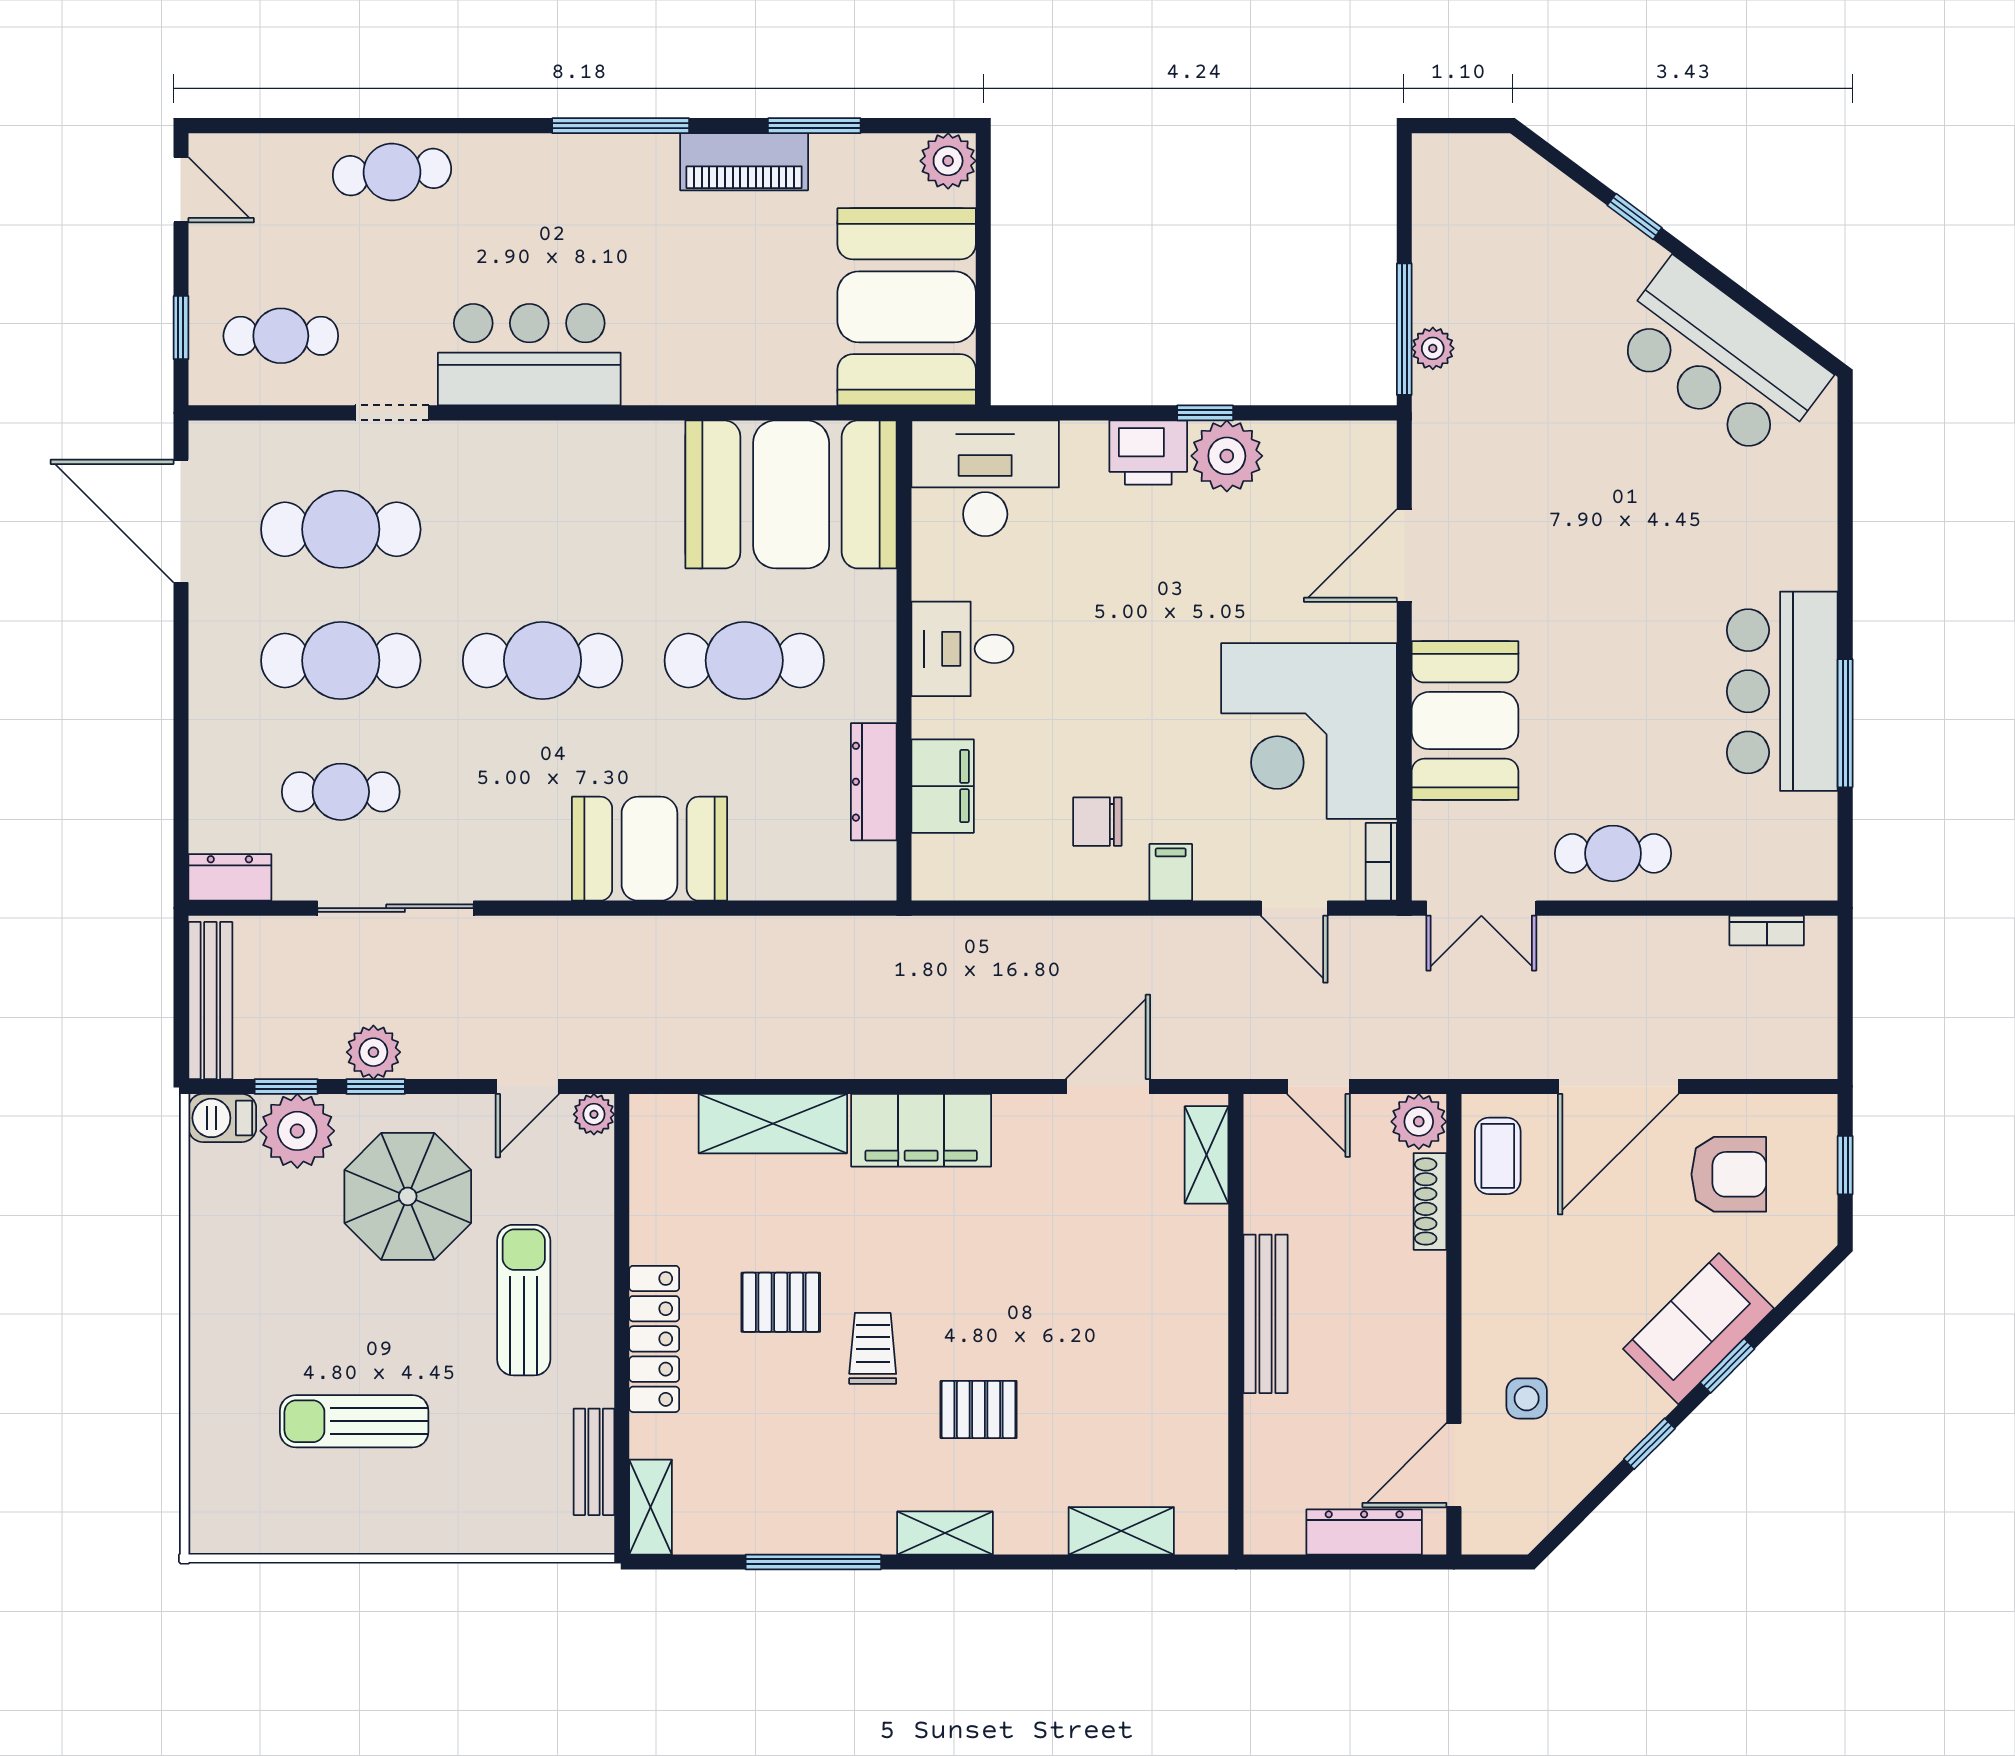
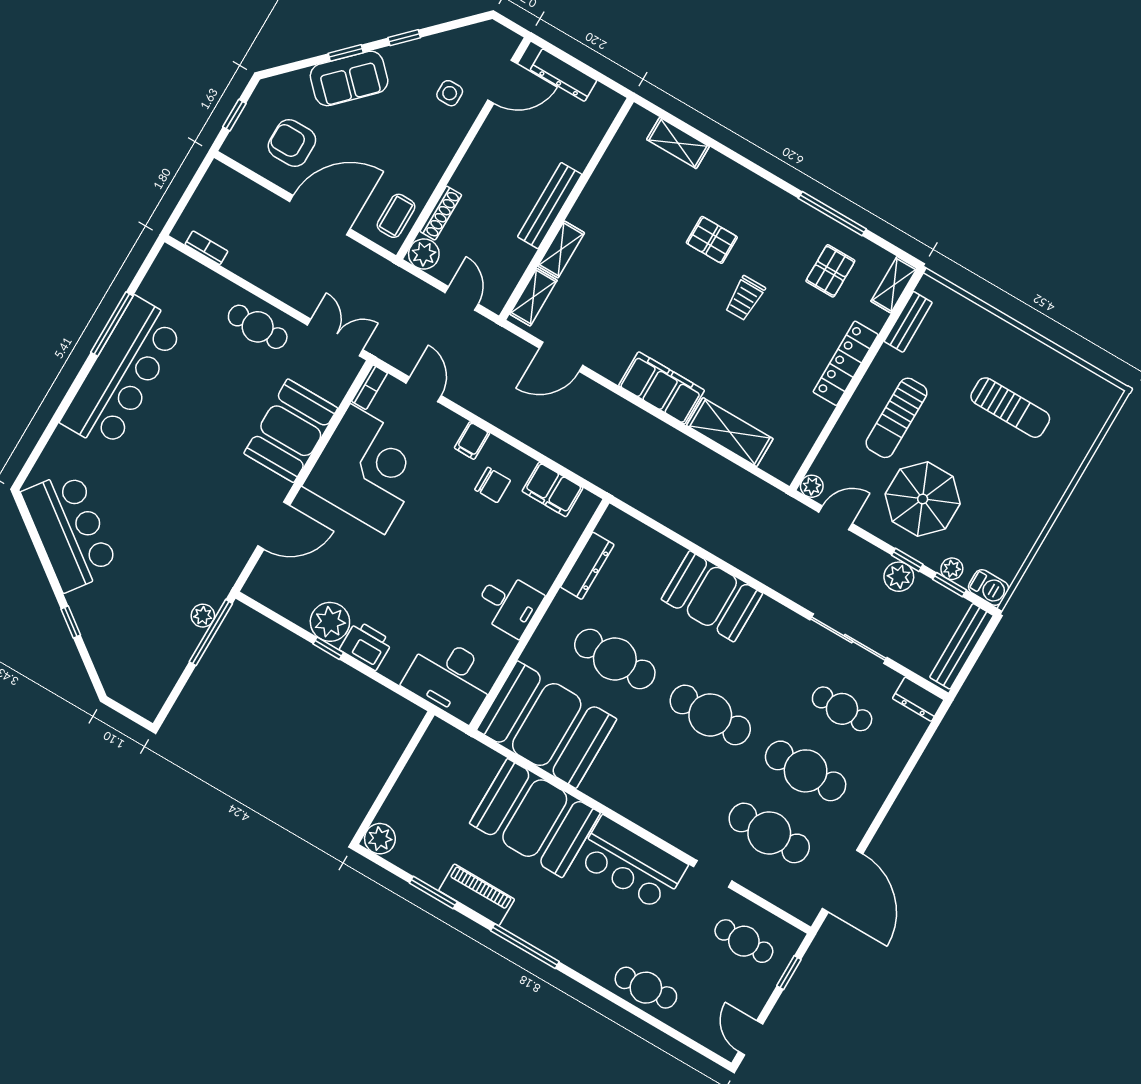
booth: (907, 307) -> (535, 818), moved, turned 90
bar counter: (1782, 691) -> (123, 374), width x1.36
filing cabinet: (943, 786) -> (553, 490), moved, turned -90
plant: (297, 1131) -> (952, 569), width x0.53, depth x0.53
pallet: (781, 1302) -> (830, 271), moved, turned 90
shelving: (945, 1533) -> (561, 249), moved, turned 90

